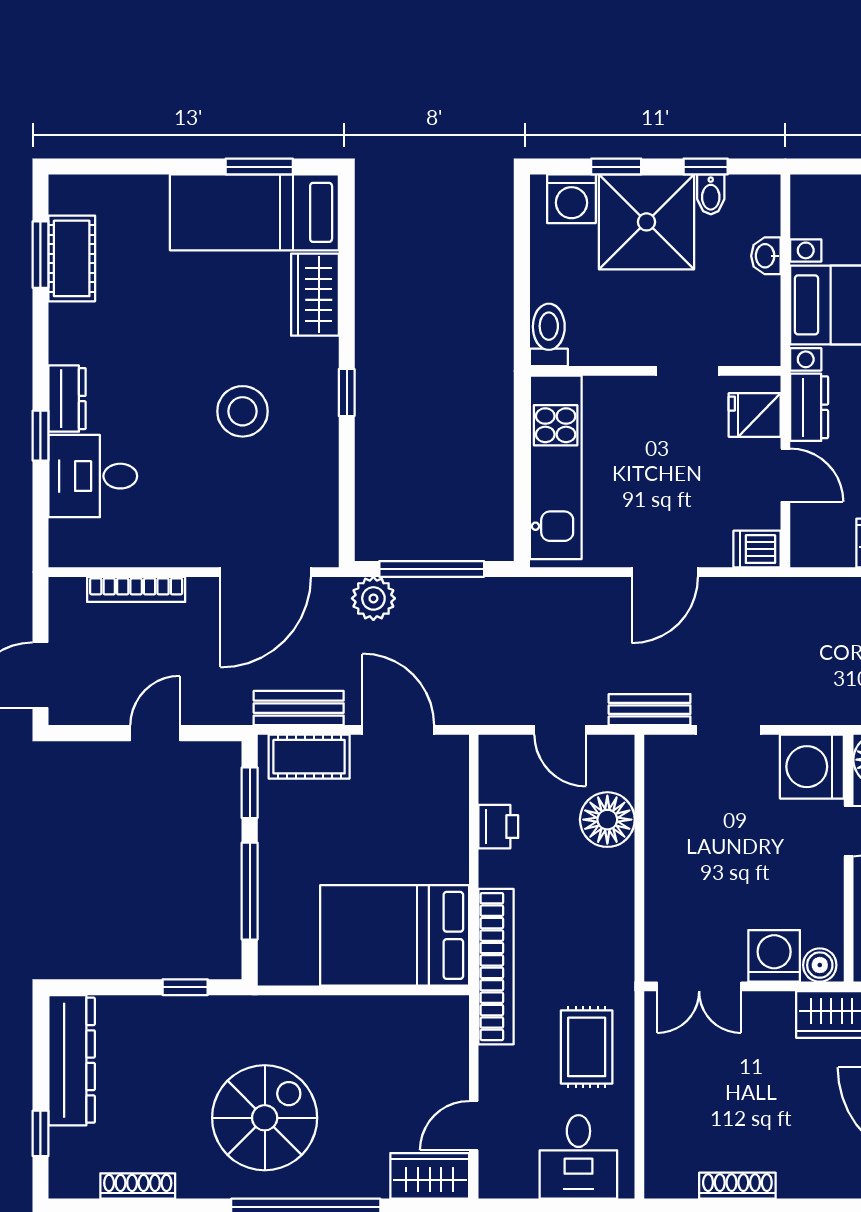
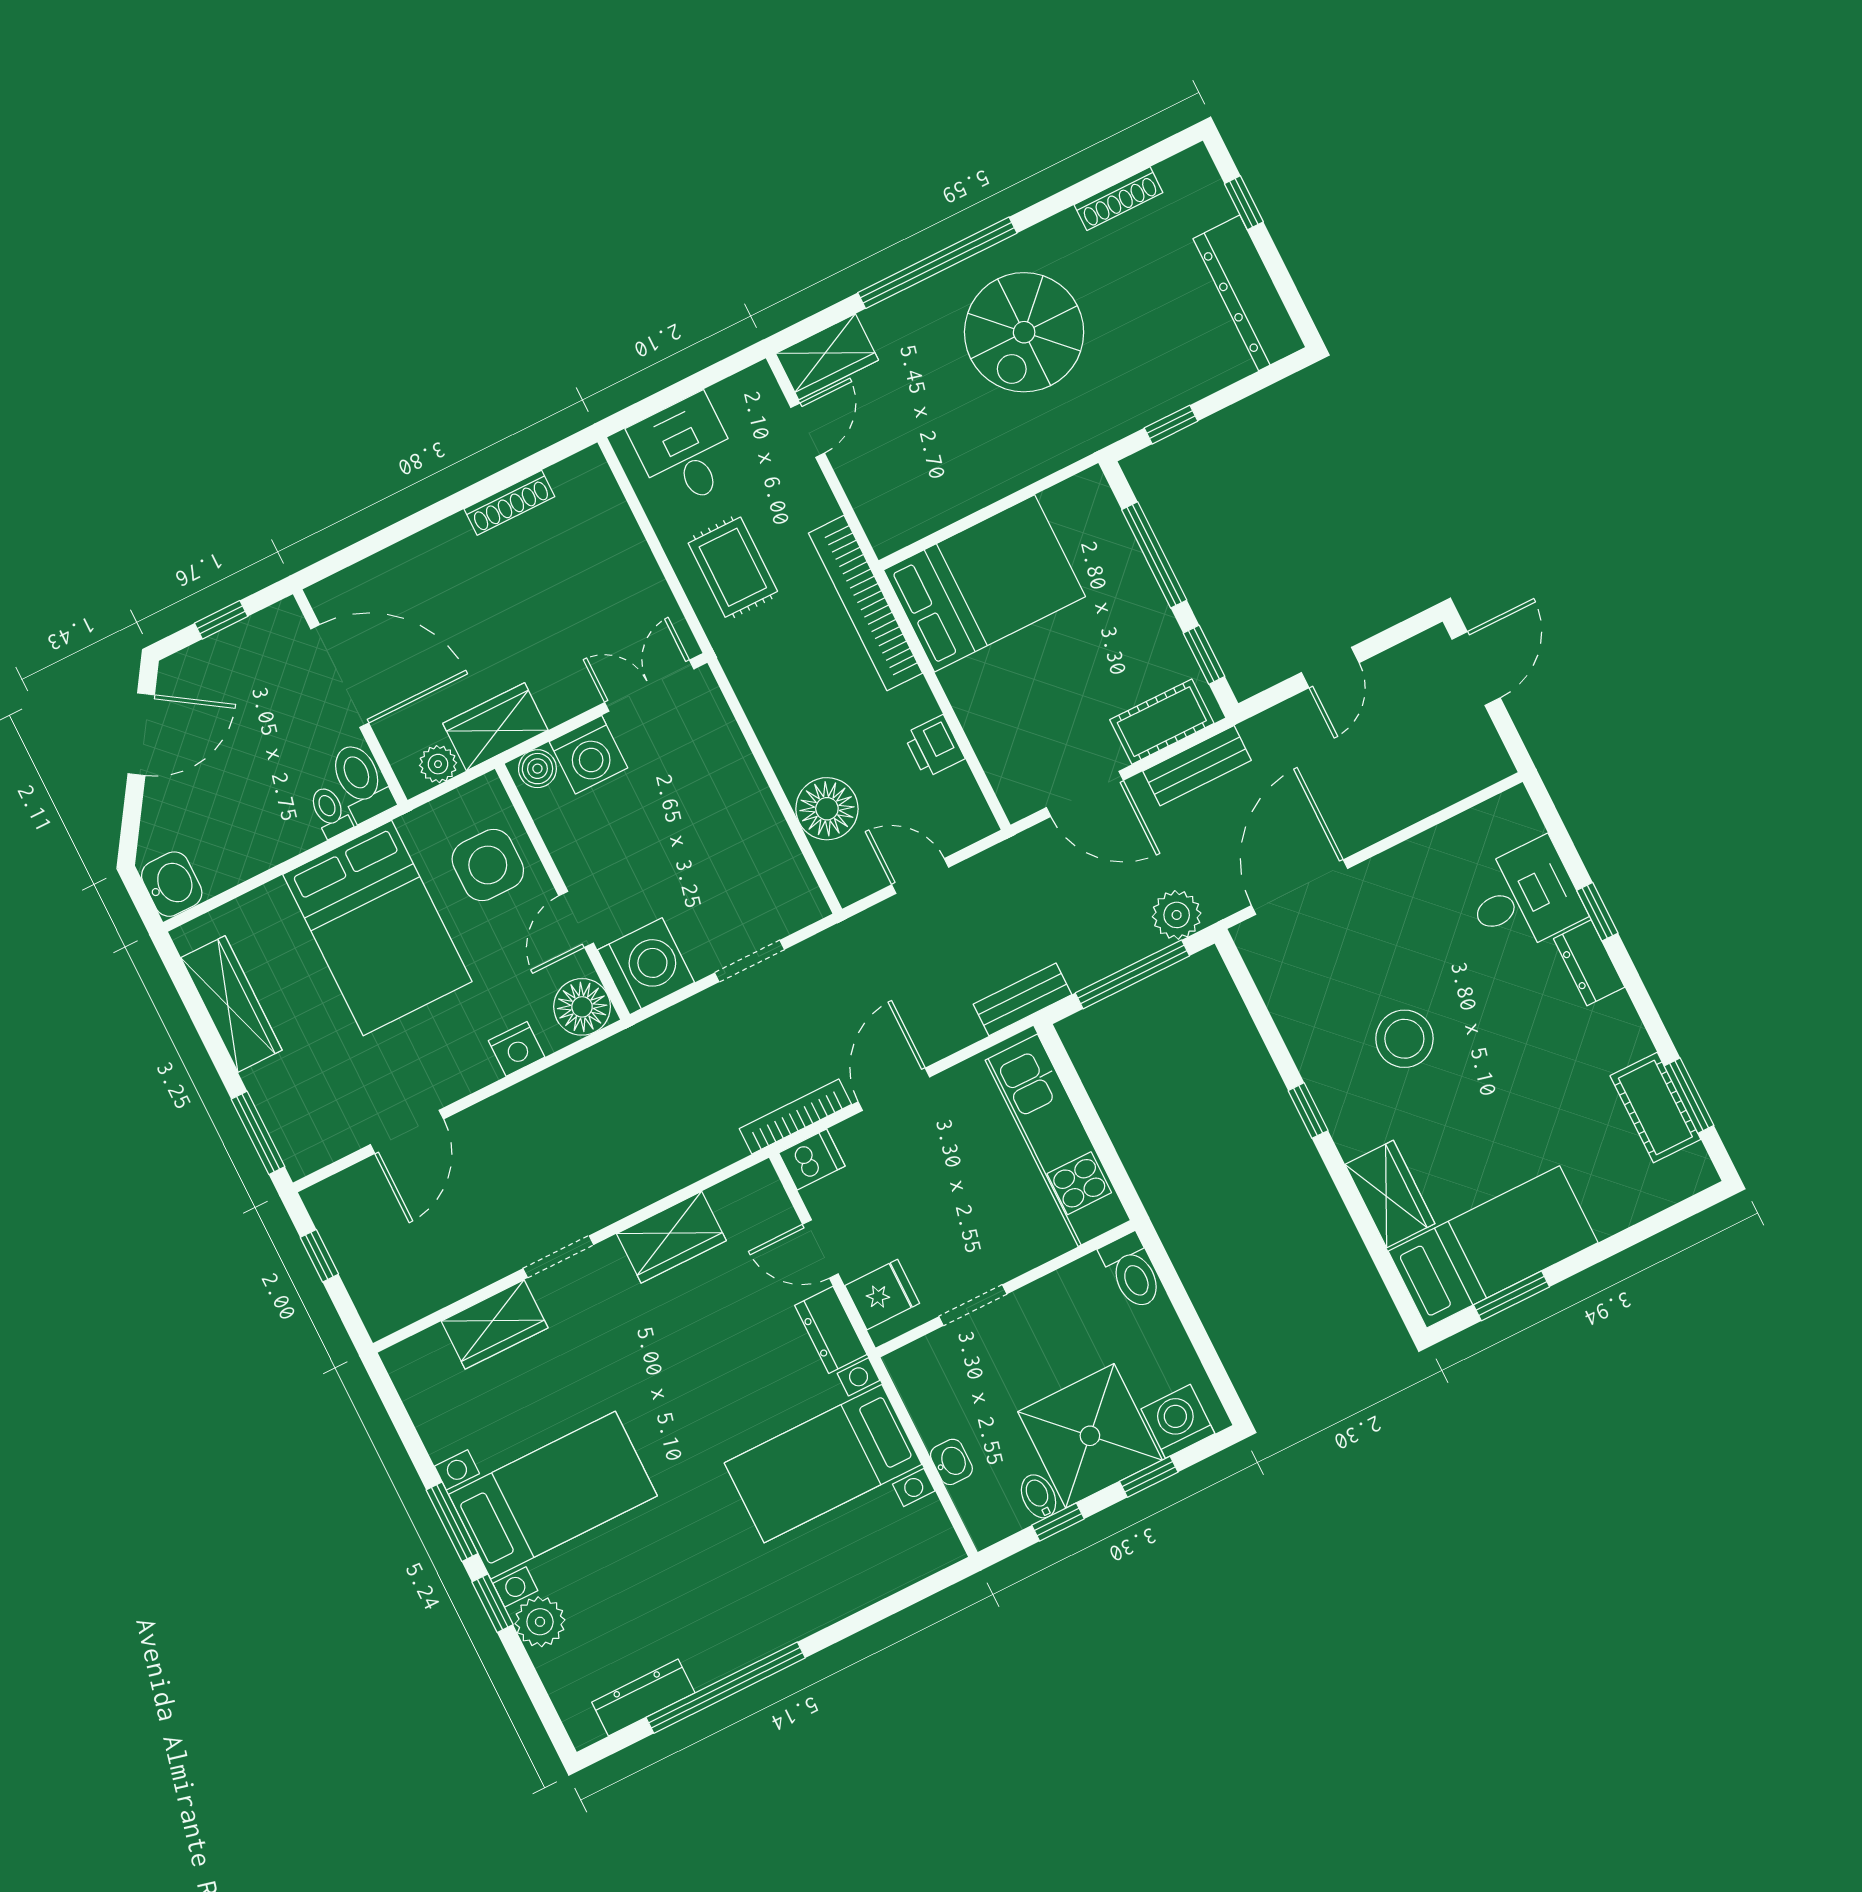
bookcase: (136, 589) -> (795, 1116), moved
bench: (650, 710) -> (1023, 999), moved

